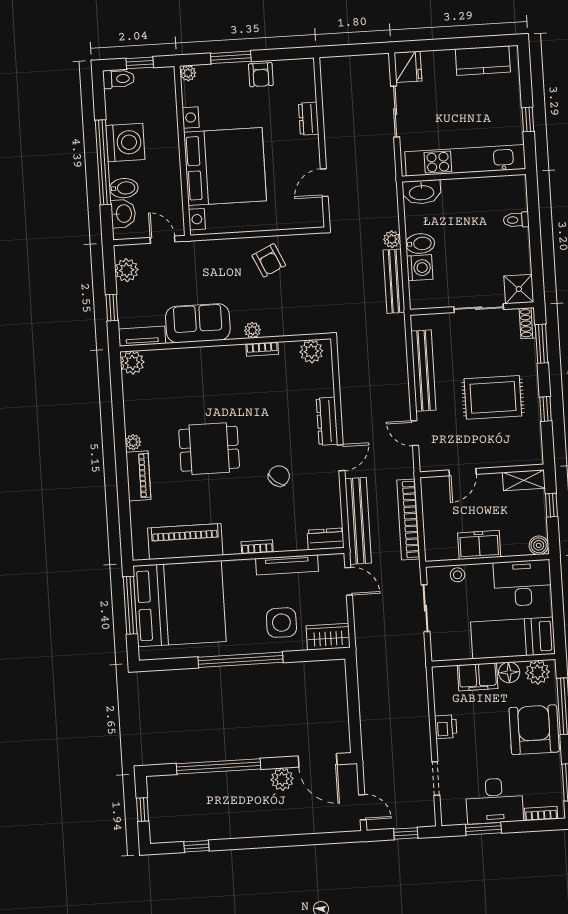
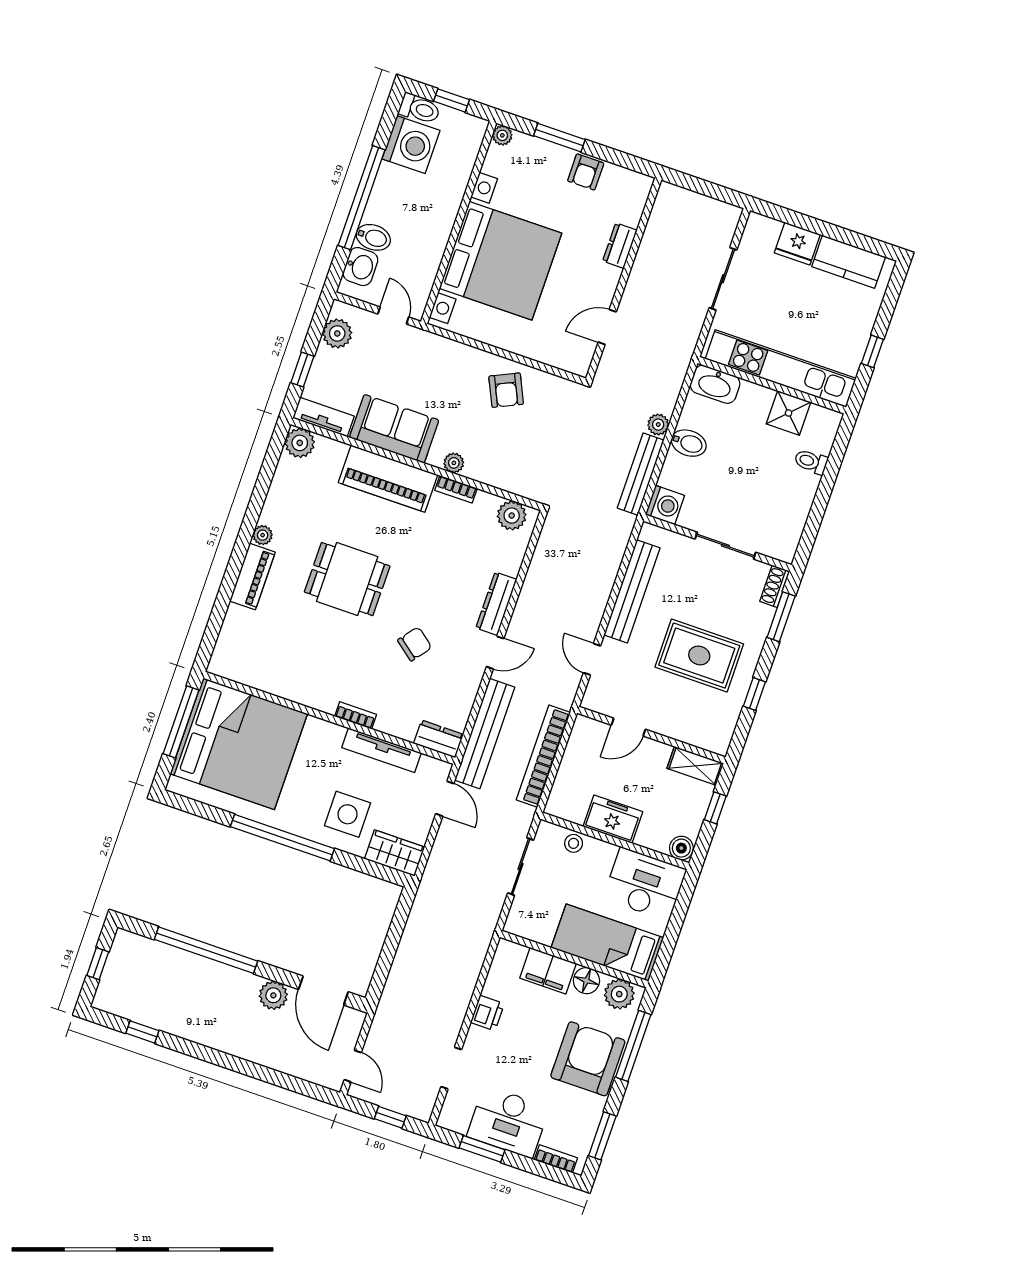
fridge: (408, 67) -> (797, 244), moved, turned 90
washing machine: (125, 142) -> (411, 145), moved
washing machine: (420, 268) -> (665, 505), moved
shower: (519, 289) -> (789, 413), moved
piano: (185, 542) -> (388, 479), moved, turned 180

